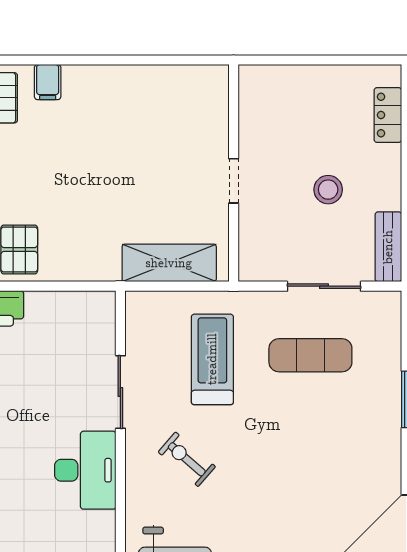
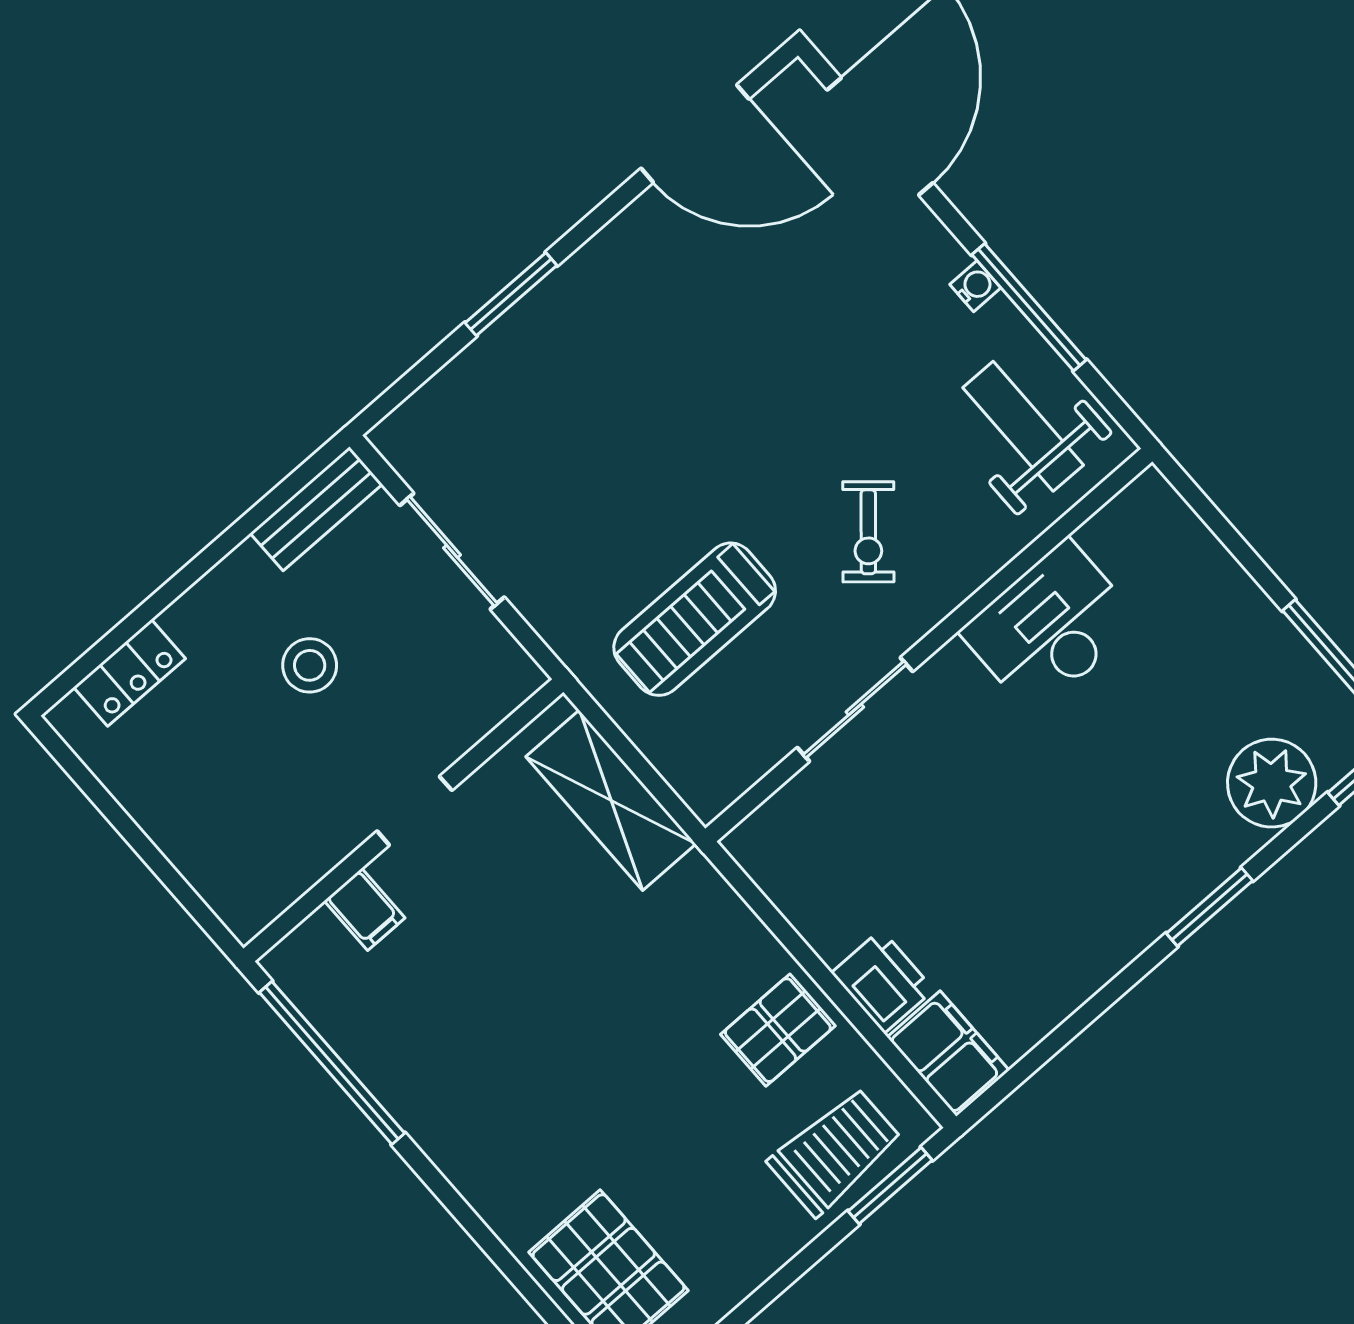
window: (162, 60) -> (332, 1063), added
filing cabinet: (48, 82) -> (365, 909), moved, turned 90
exercise mat: (310, 355) -> (567, 485), removed
desk: (85, 470) -> (1050, 627), moved

